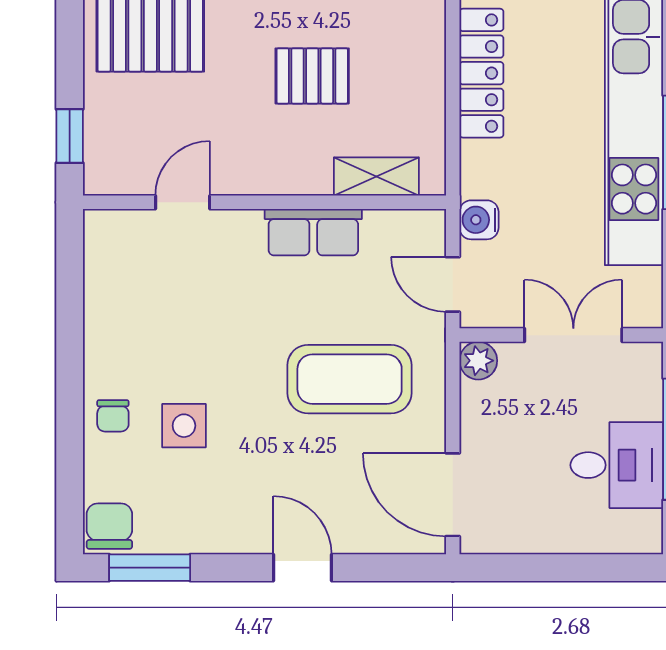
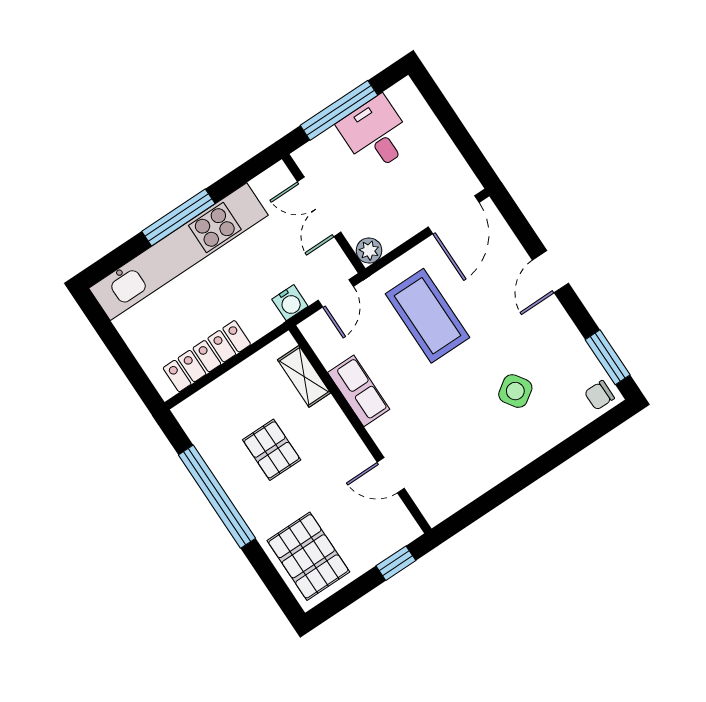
chair: (113, 416) -> (536, 434), removed
side table: (184, 426) -> (515, 391), turned -34
chair: (109, 526) -> (599, 395), width x0.73, depth x0.73

